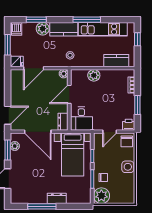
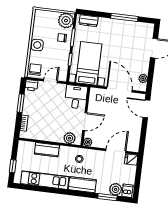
window: (87, 20) -> (59, 191), removed
plant: (43, 29) -> (116, 189), moved
window: (8, 45) -> (138, 176), removed
kitchen counter: (116, 61) -> (47, 150), moved
plant: (94, 75) -> (70, 138), moved
door: (8, 115) -> (146, 109), hinge flipped
dresser: (63, 122) -> (94, 96), removed
window: (8, 150) -> (151, 76), removed
dresser: (57, 198) -> (89, 21), moved

